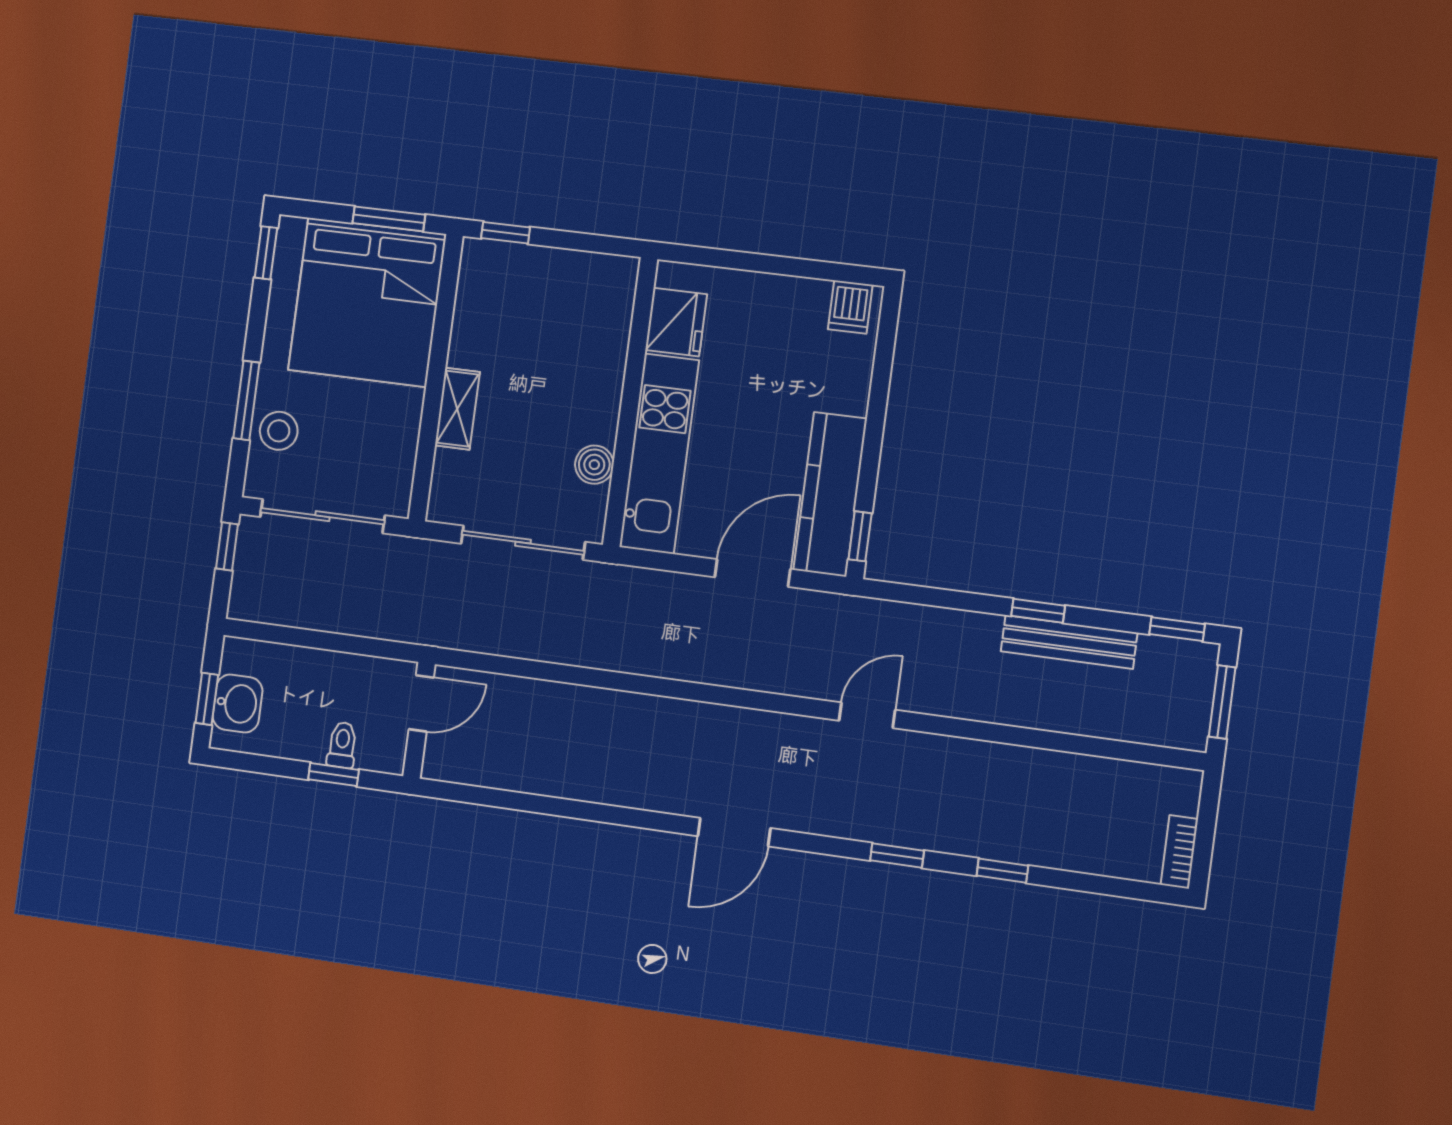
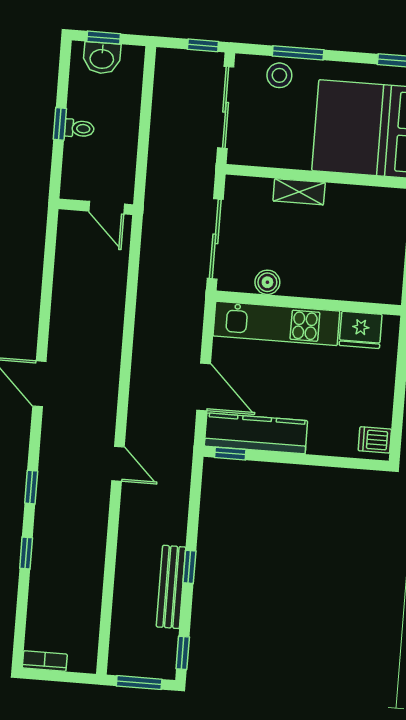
door: (421, 703) -> (107, 208), moved
wall: (419, 720) -> (96, 207), moved

